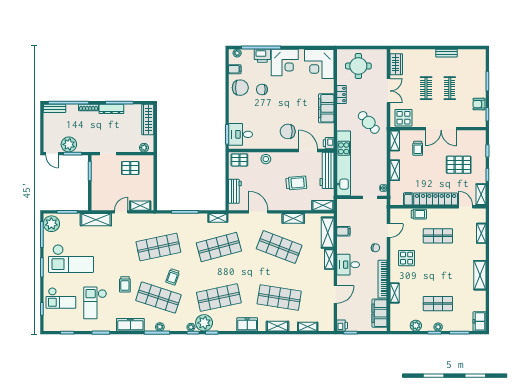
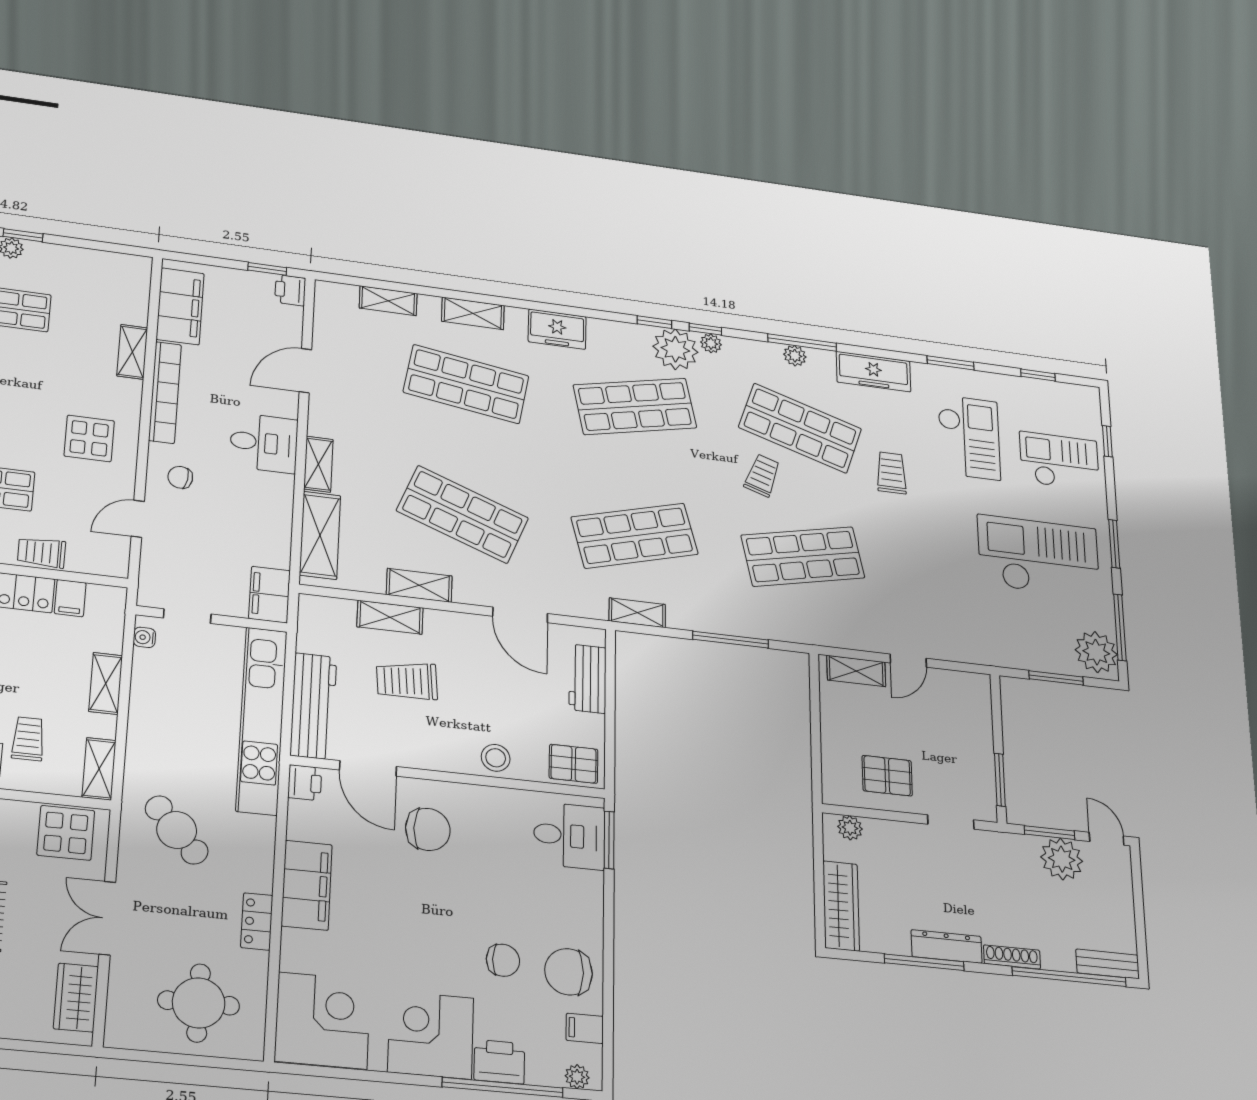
shelving: (323, 205) -> (390, 617), moved
shelving: (96, 220) -> (977, 648), removed
filing cabinet: (343, 231) -> (269, 595), moved, width x2.00
plant: (416, 326) -> (77, 261), removed

